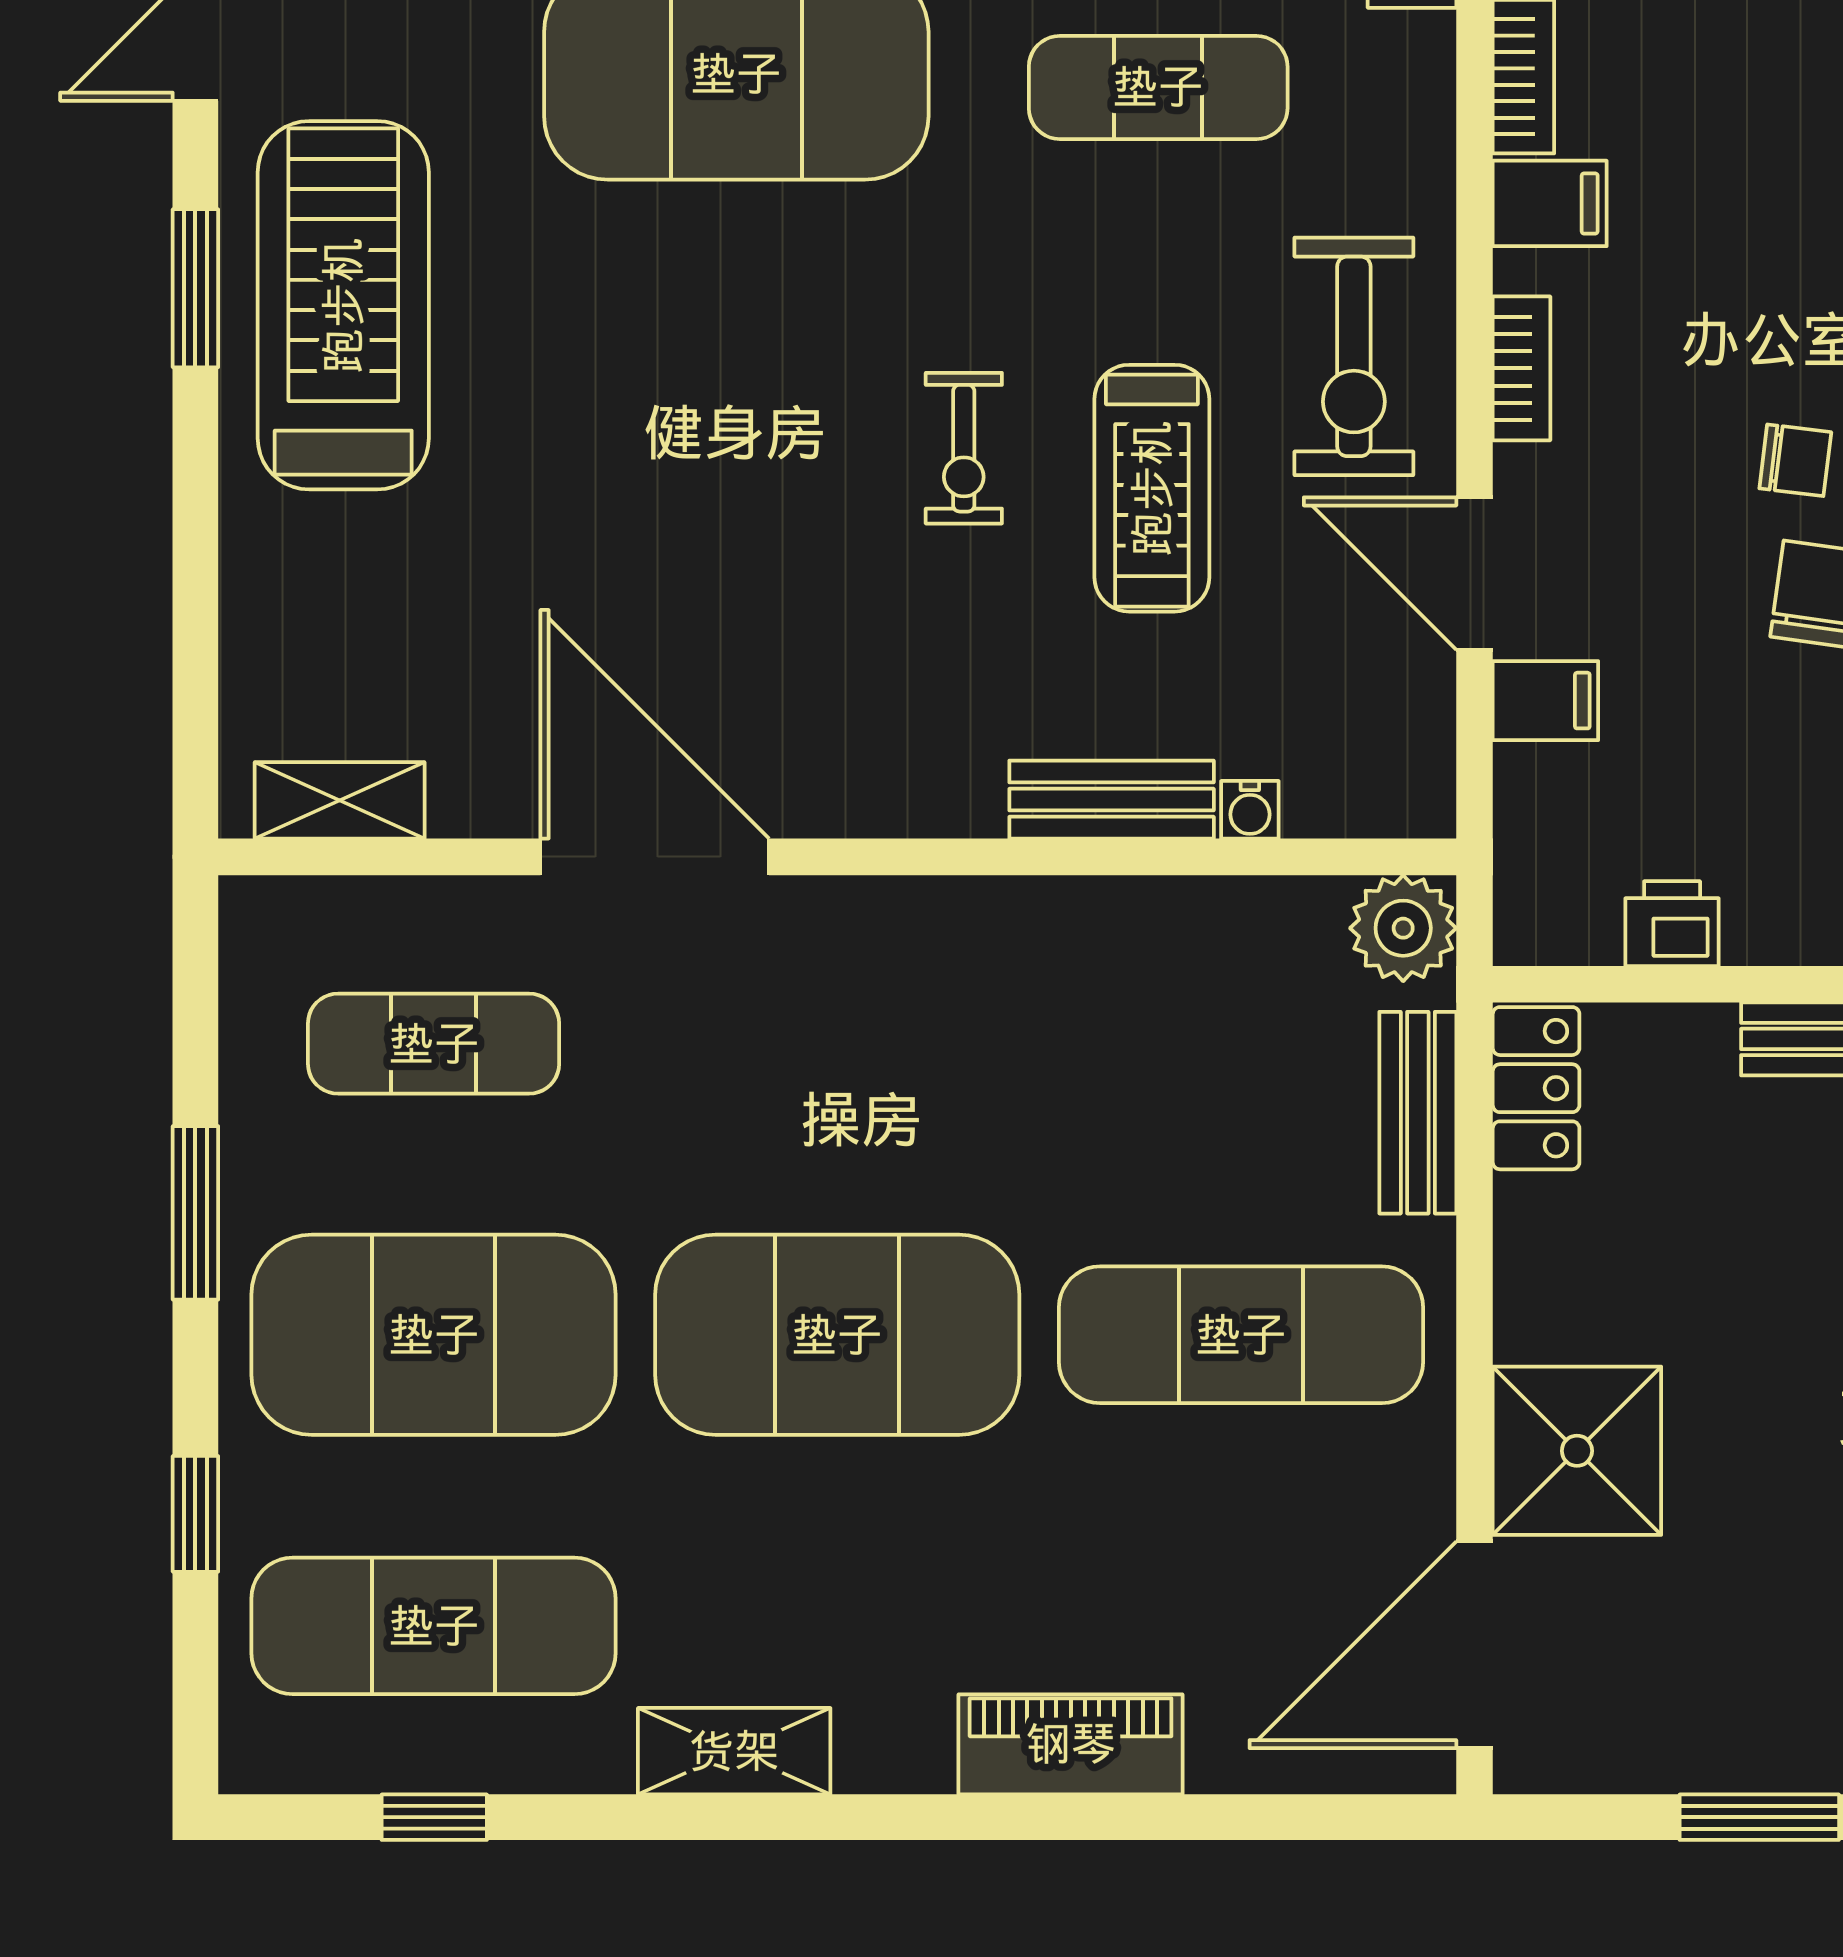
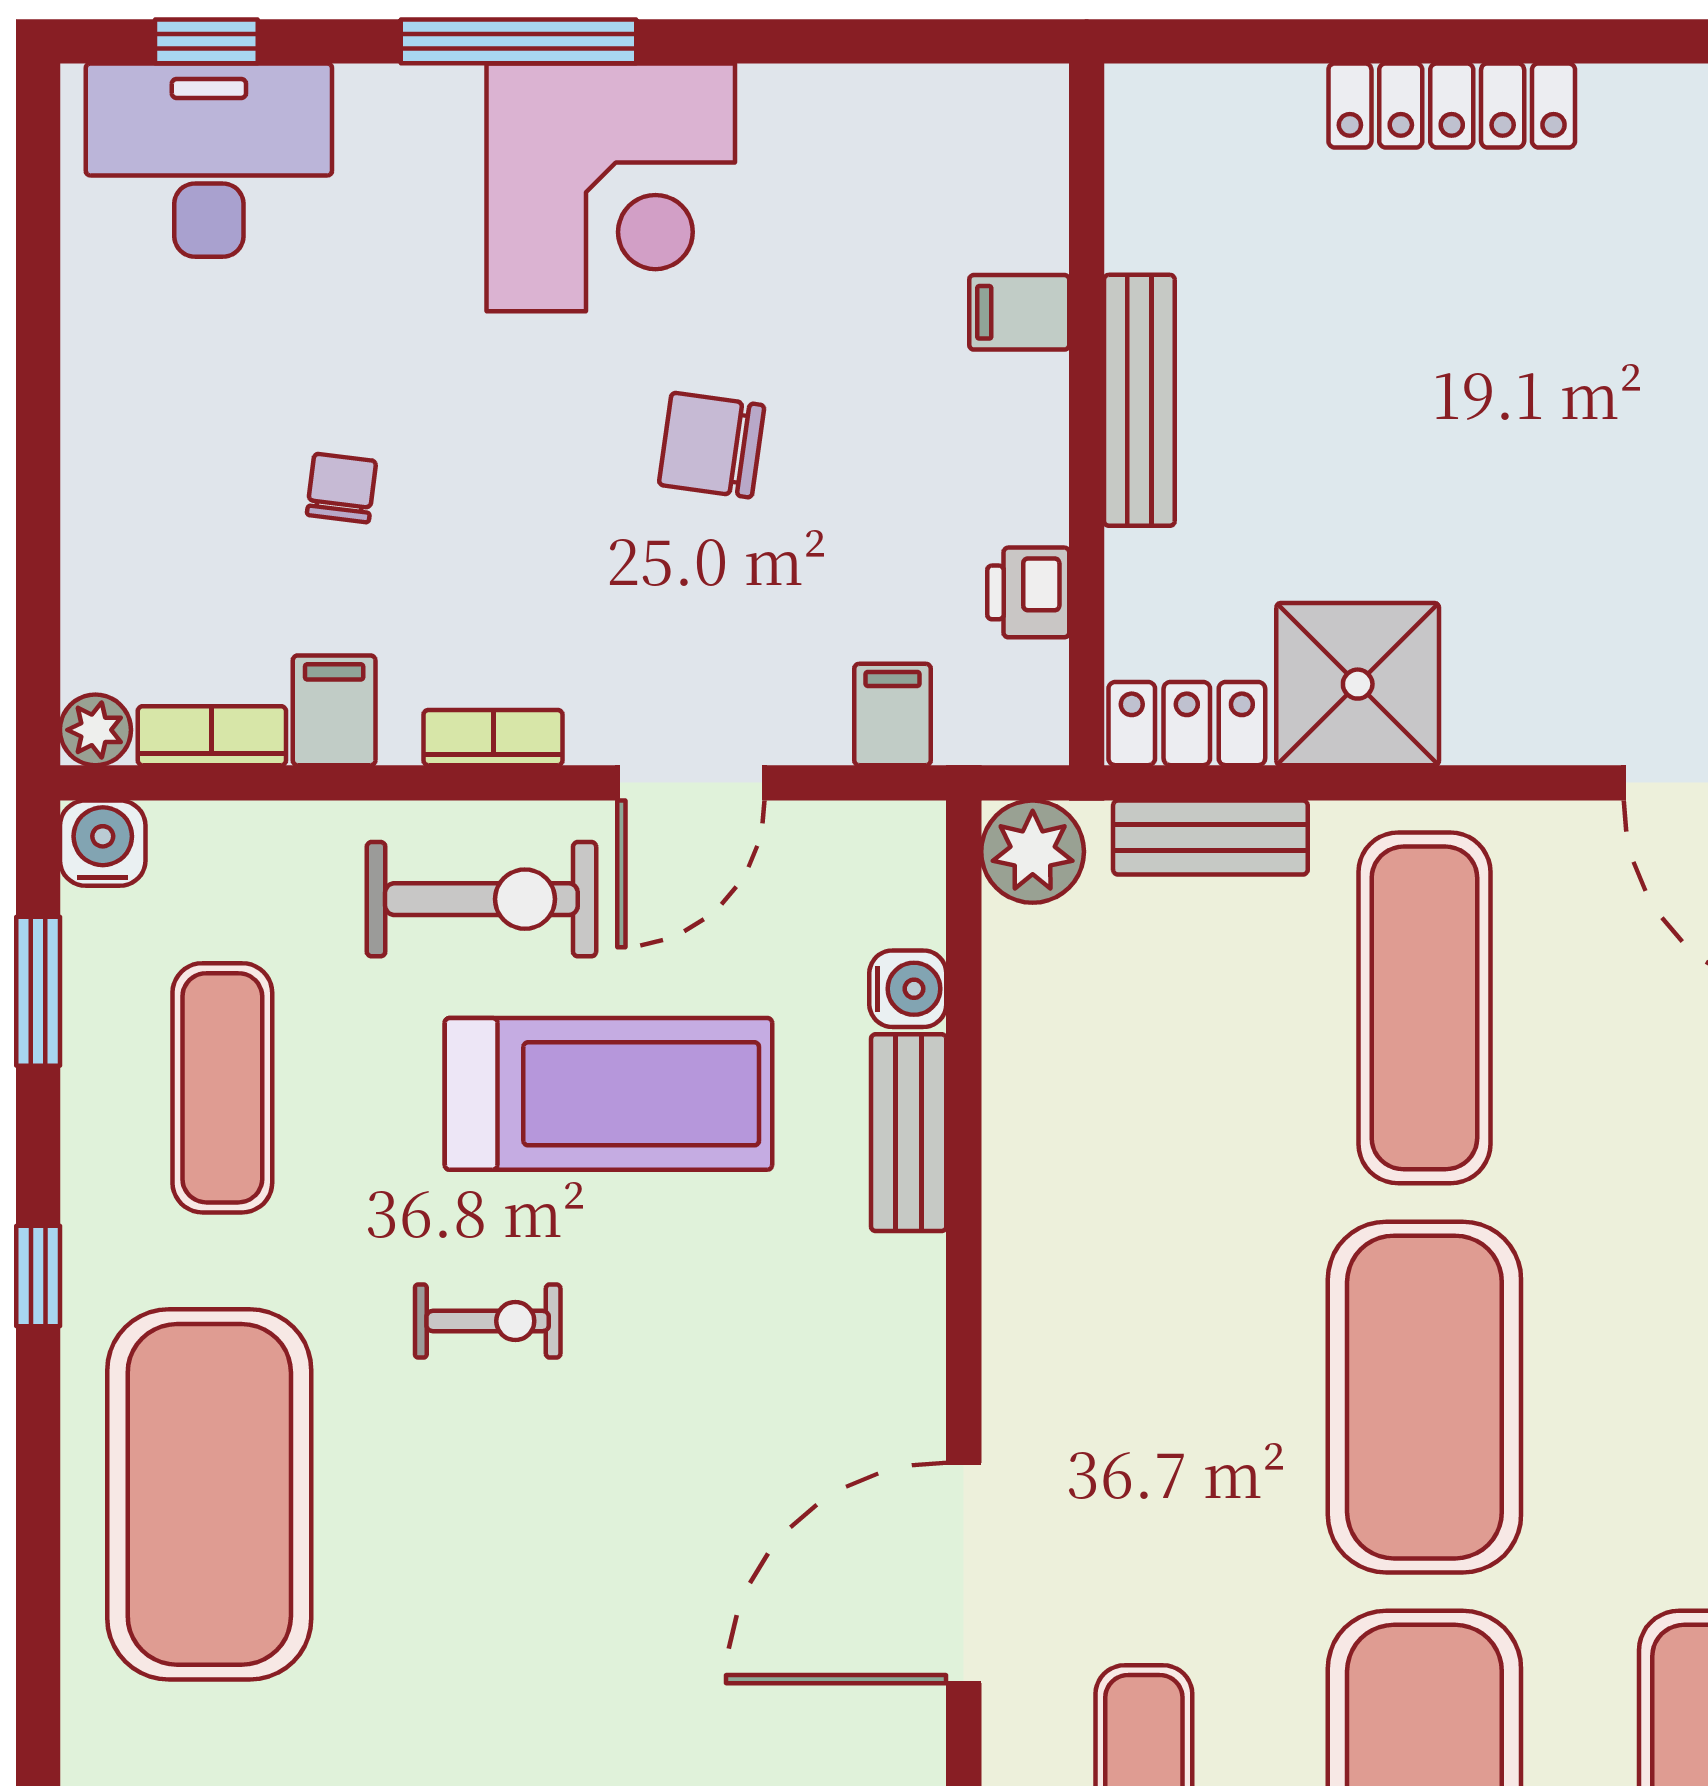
exercise bike: (964, 448) -> (488, 1321), moved
chair: (1795, 460) -> (341, 488), moved
treadmill: (1152, 488) -> (608, 1094), width x1.37, depth x1.38
filing cabinet: (1545, 701) -> (893, 715), moved
water cooler: (1250, 810) -> (908, 989), width x1.38, depth x1.38
shower: (1577, 1451) -> (1358, 684), moved

